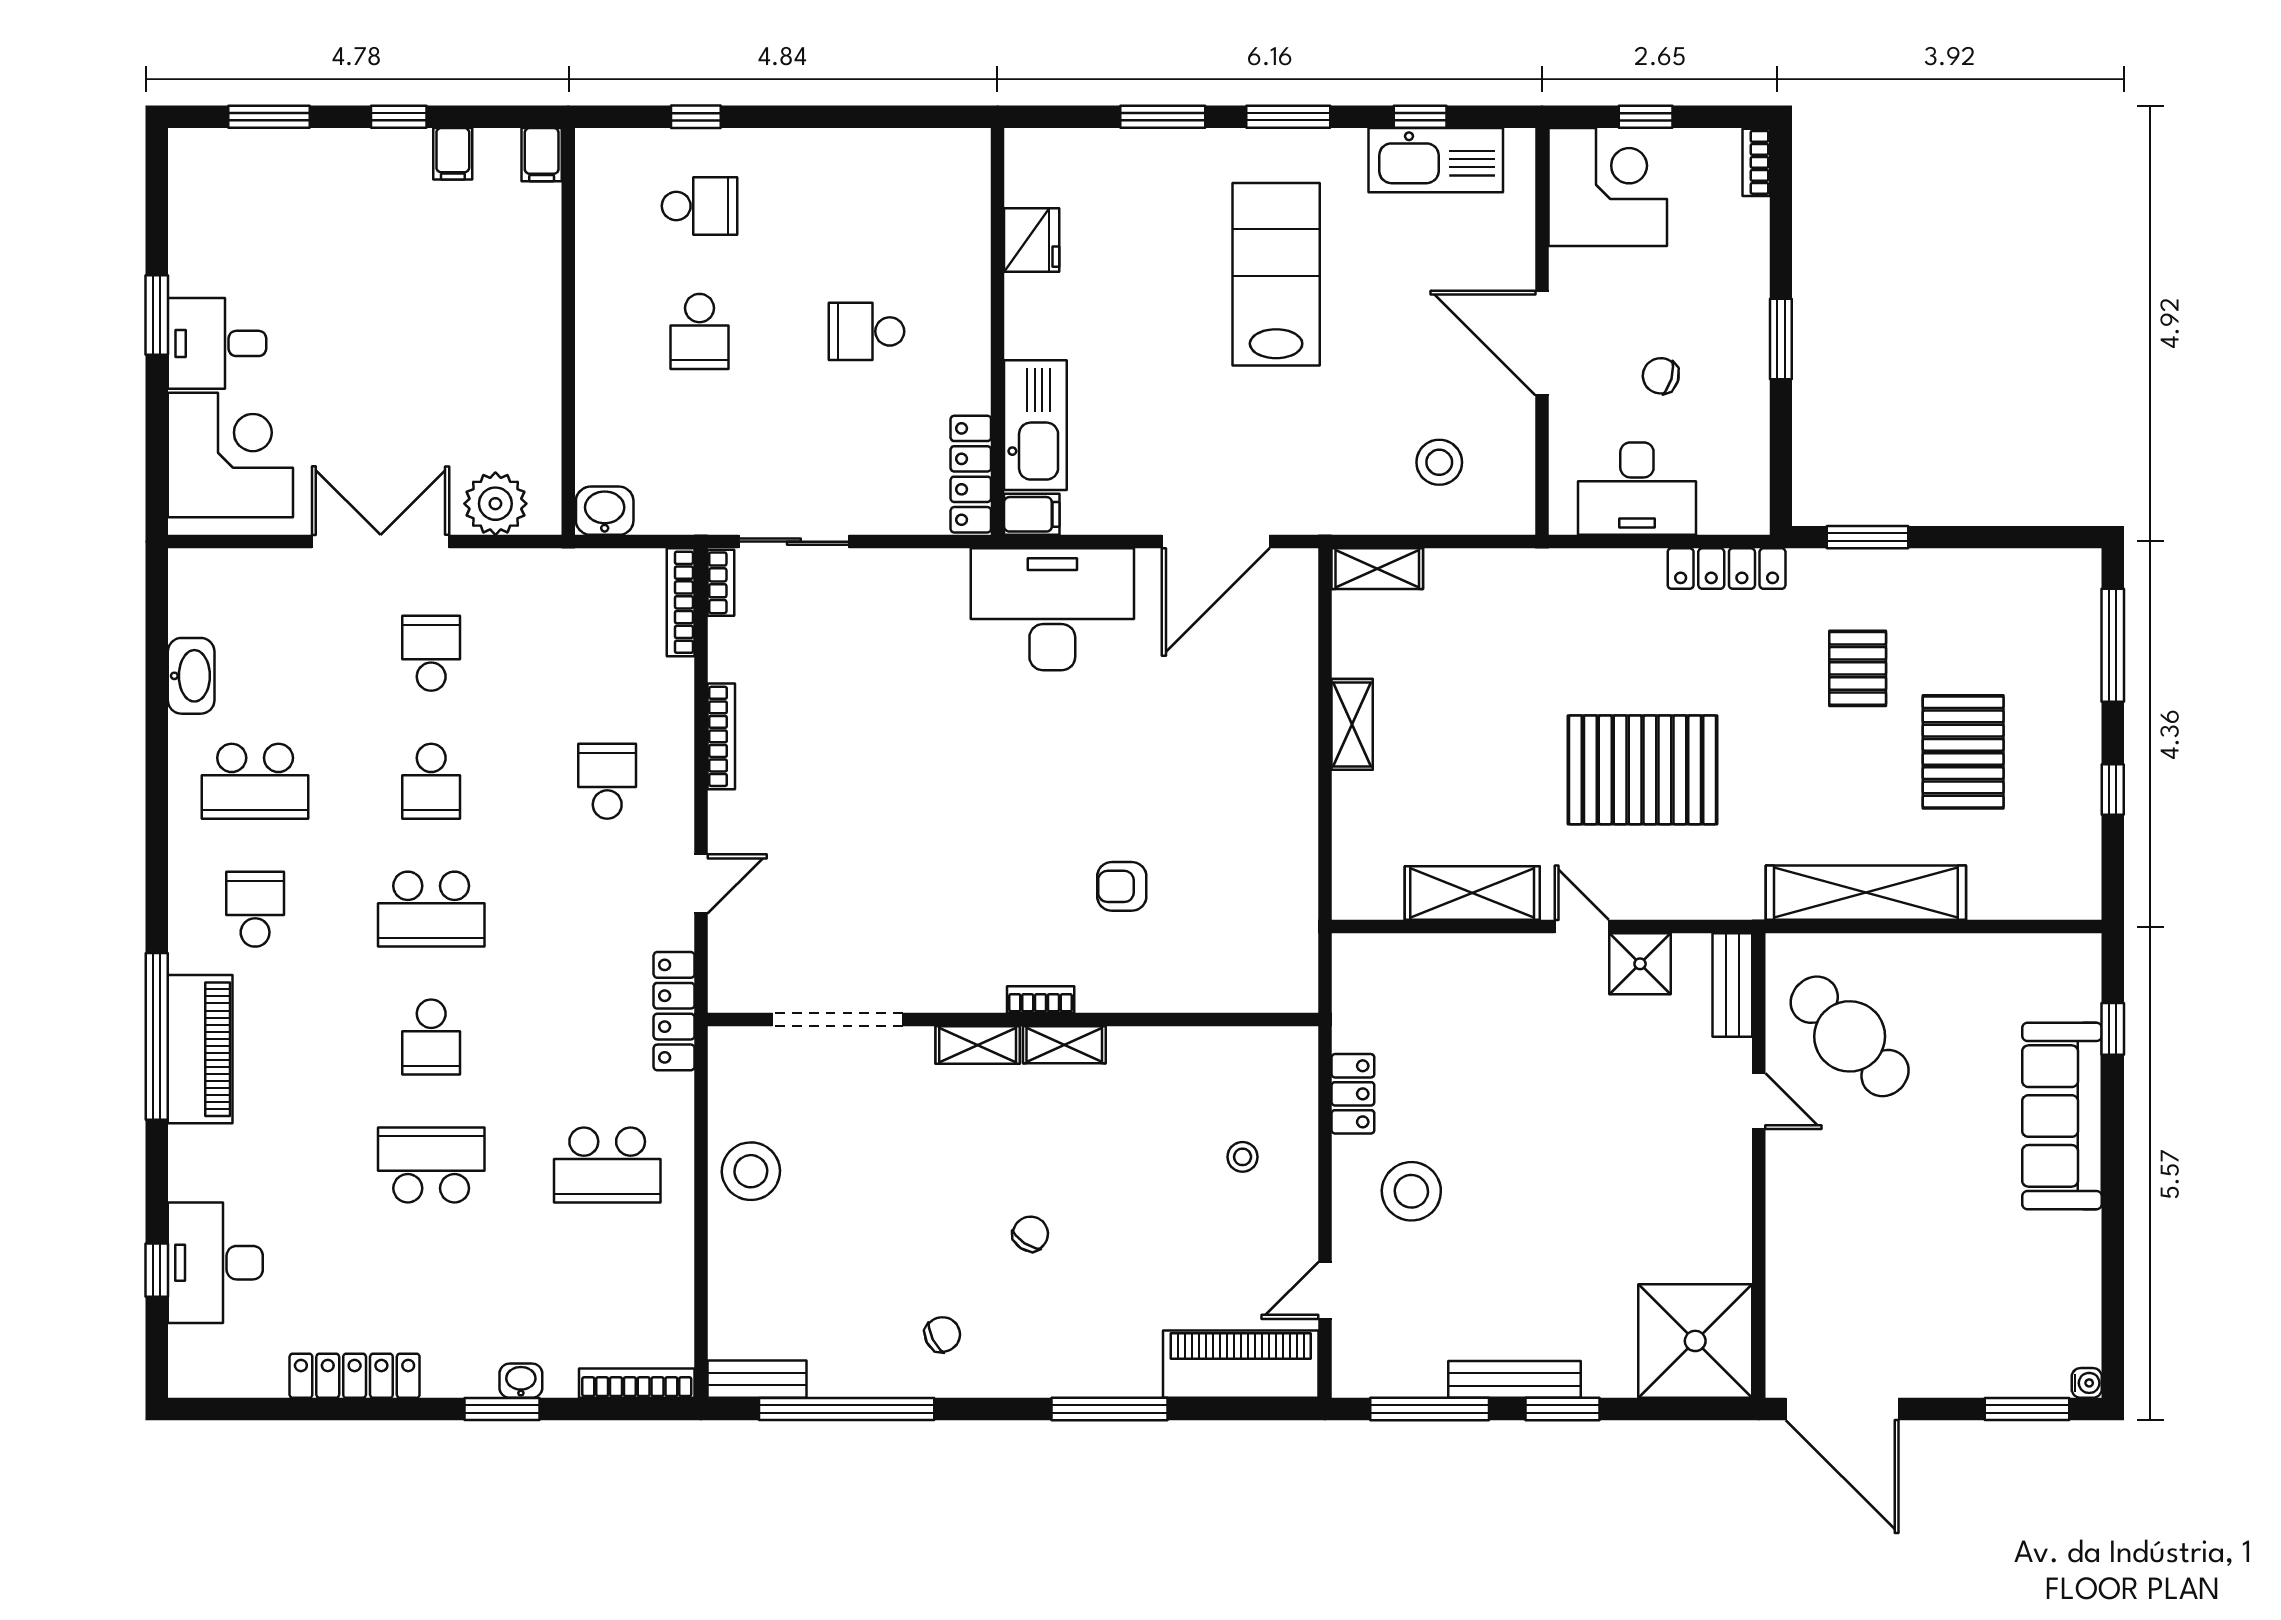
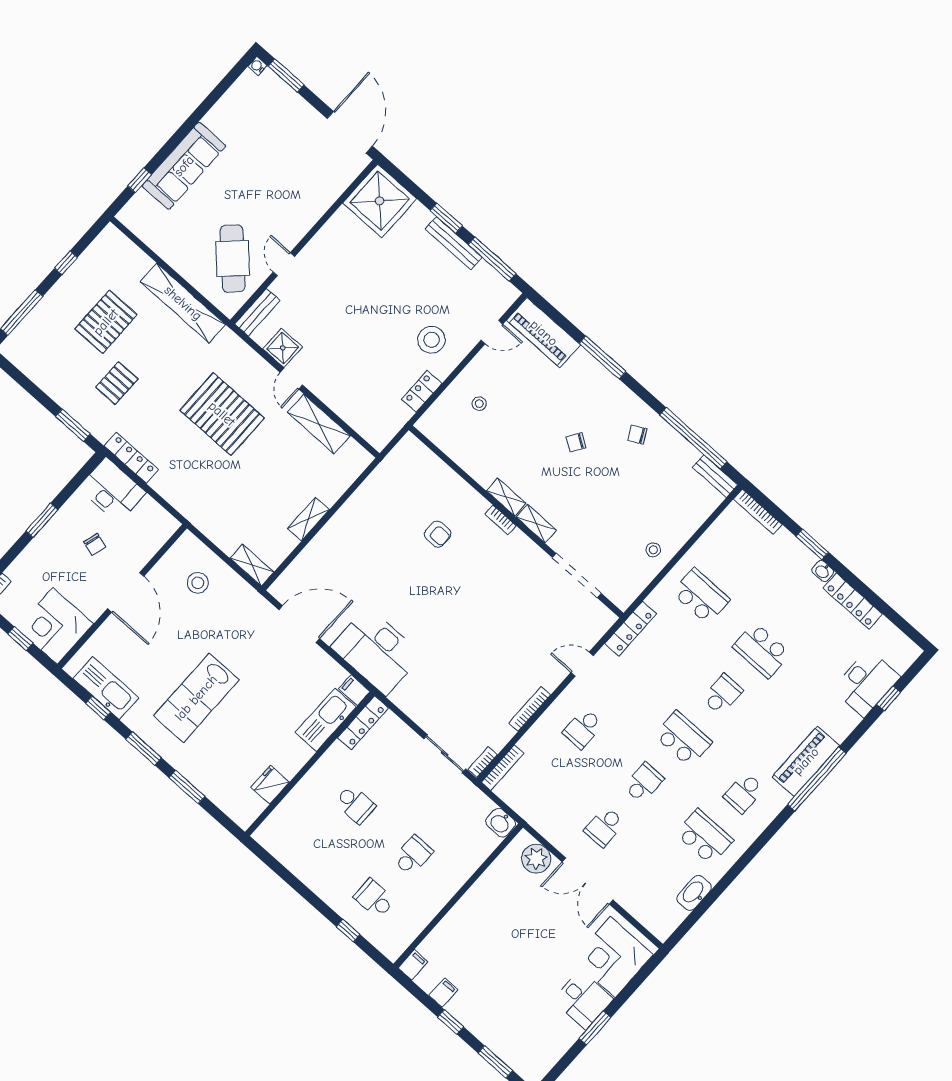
desk: (1637, 489) -> (112, 490), moved
stool: (751, 1171) -> (653, 550), width x0.53, depth x0.53
washbasin: (521, 1381) -> (823, 571), moved

